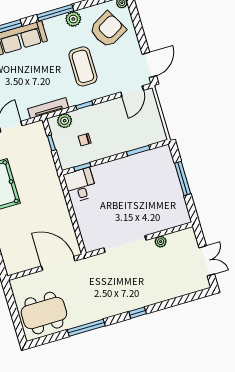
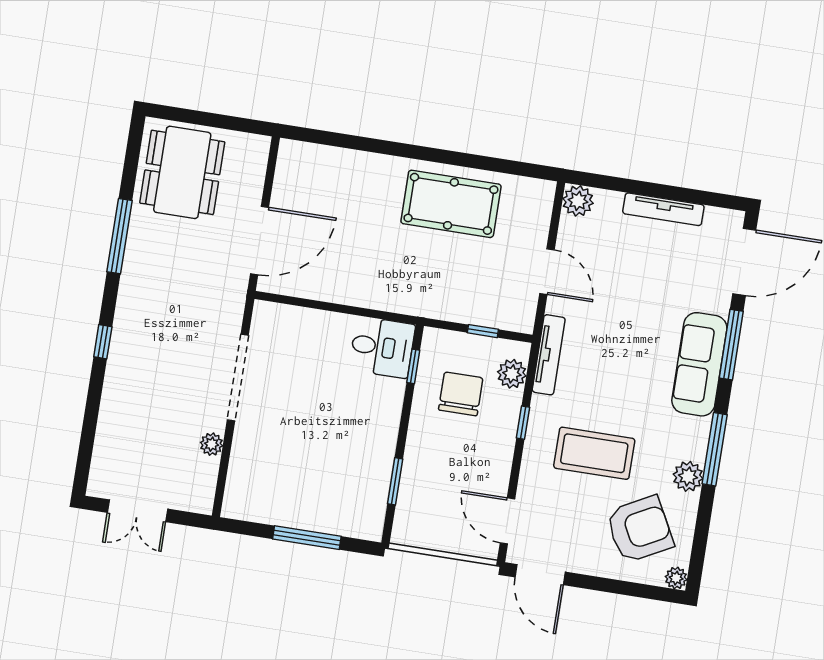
armchair: (108, 30) -> (640, 529), turned -89
chair: (85, 140) -> (461, 394), width x1.87, depth x1.87

